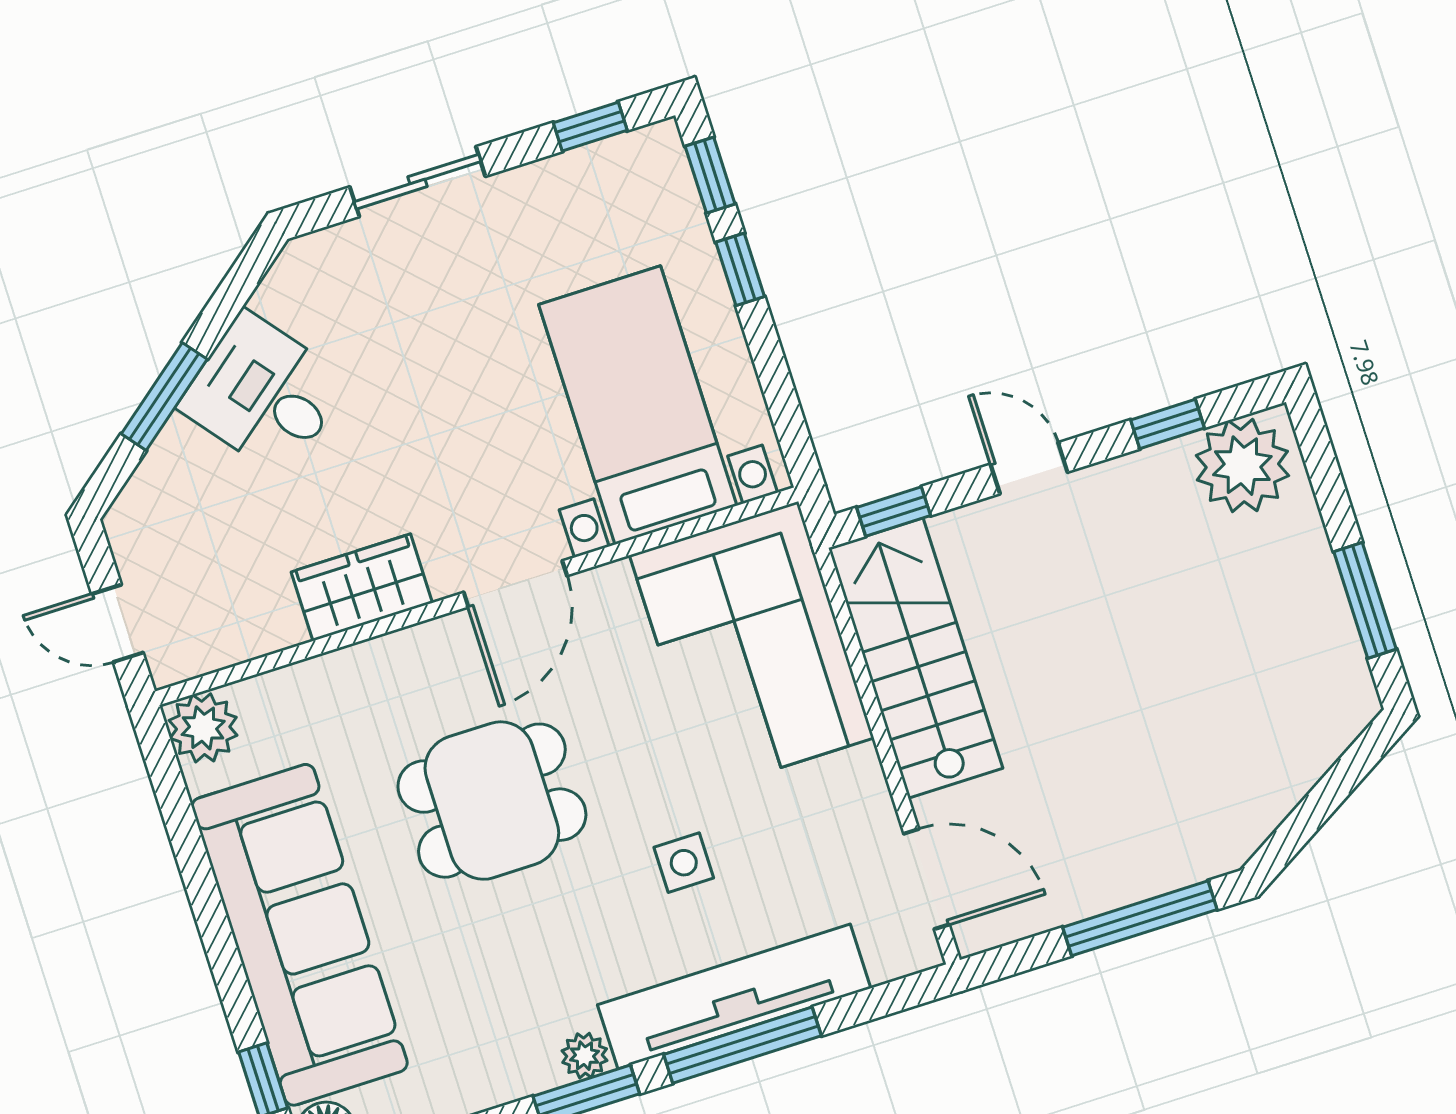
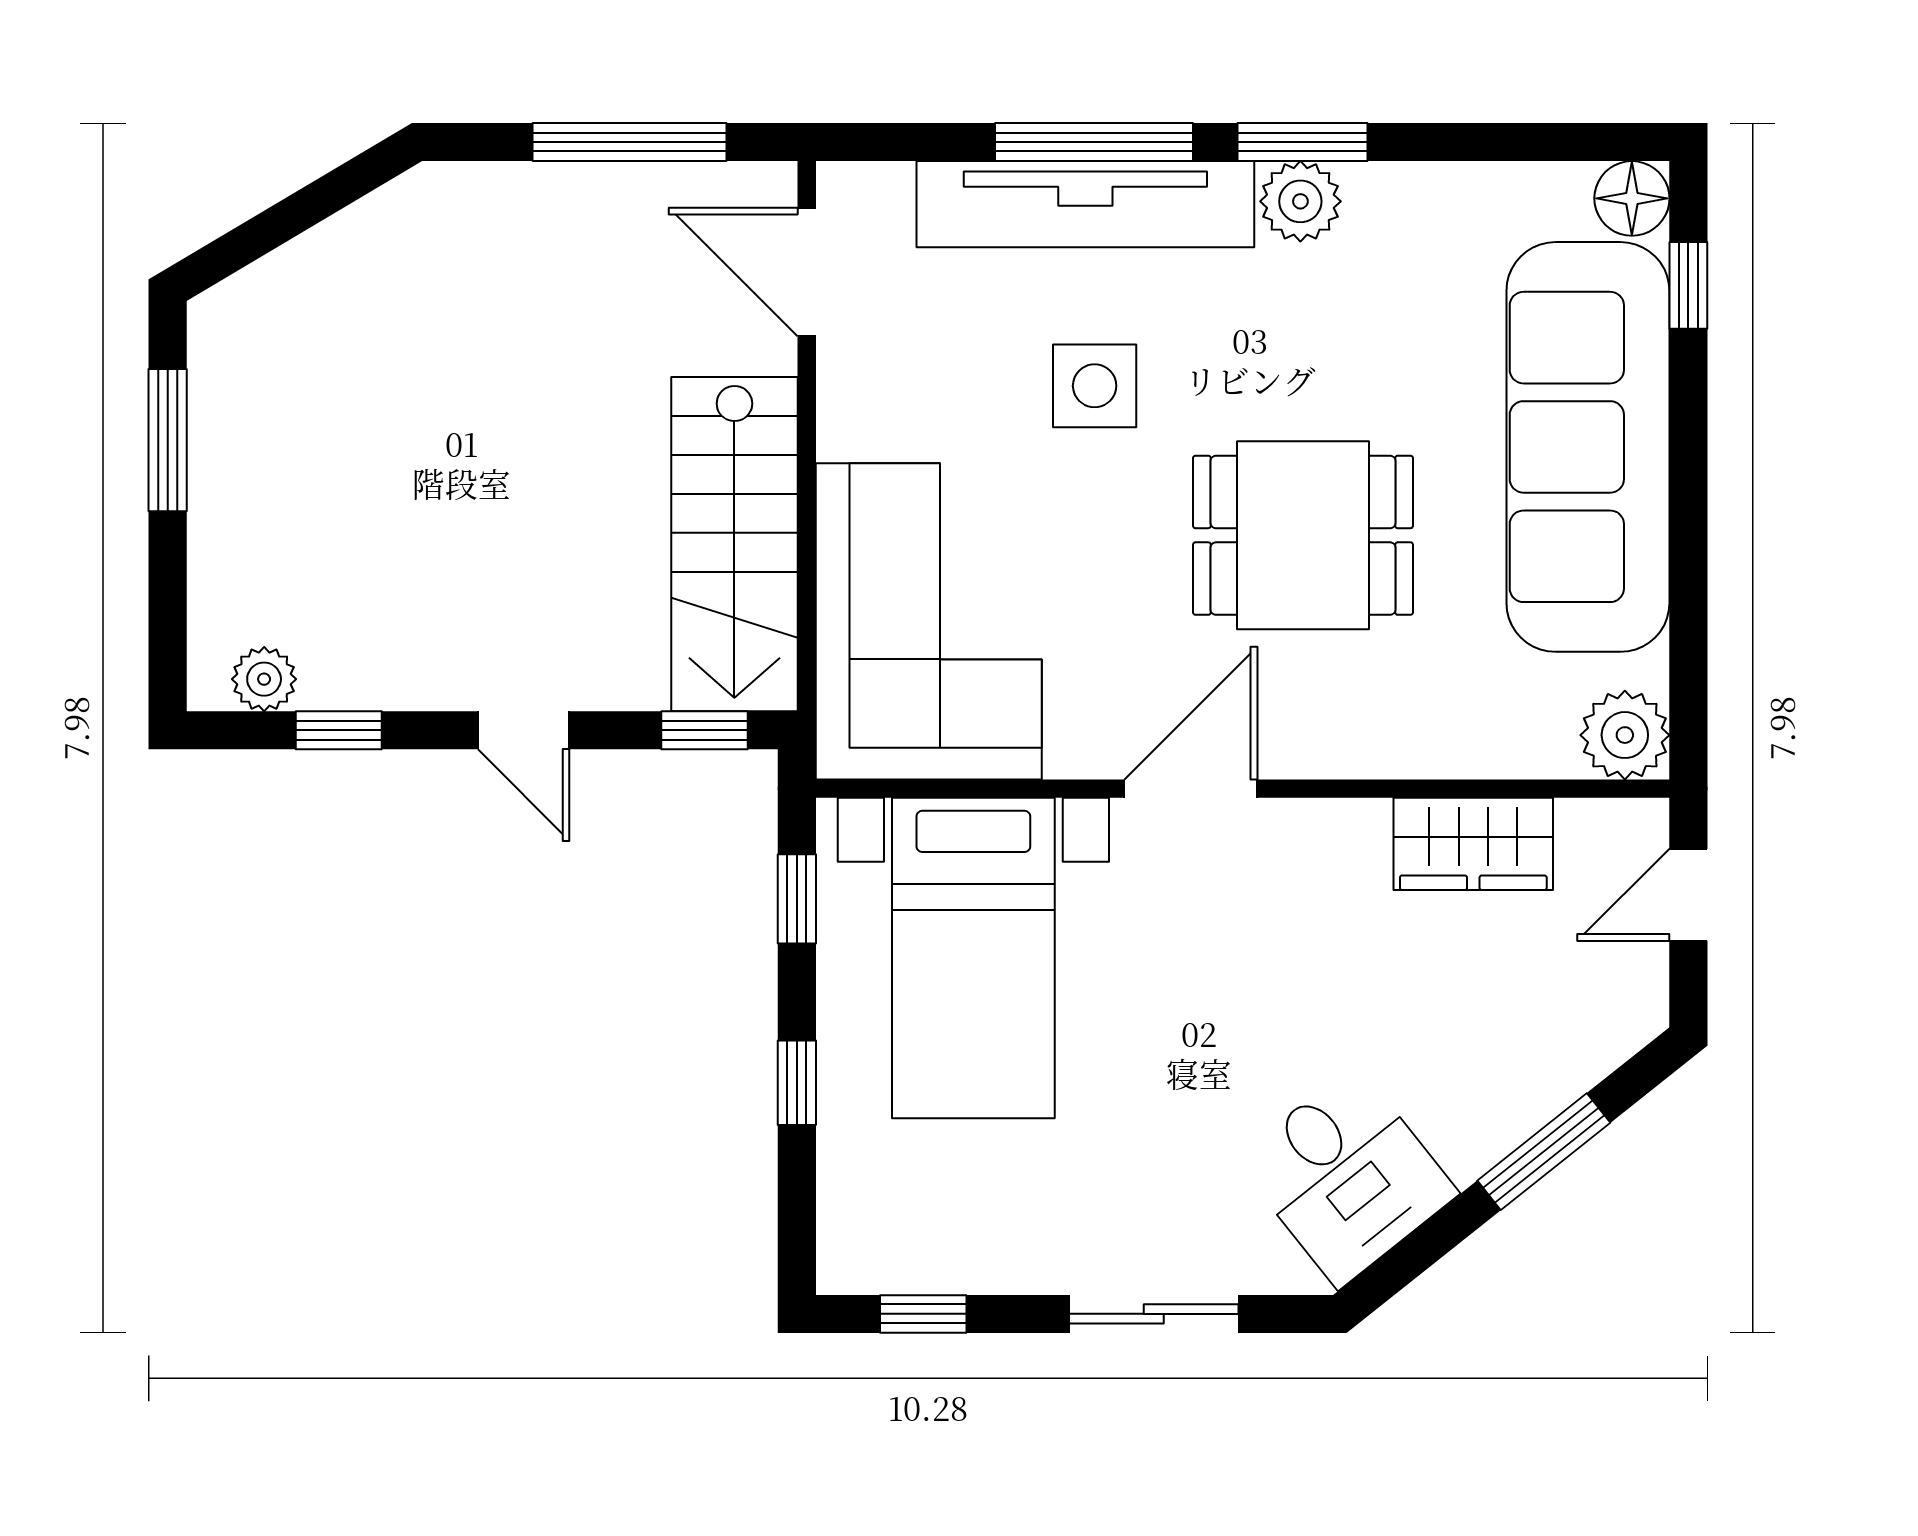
window: (710, 175) -> (797, 899), moved
desk: (264, 394) -> (1347, 1176), moved
plant: (1242, 466) -> (264, 679), width x0.53, depth x0.53
wardrobe: (362, 587) -> (1473, 844), moved
door: (117, 623) -> (1688, 895), swing flipped
side table: (684, 863) -> (1095, 386), width x1.37, depth x1.37
window: (1140, 918) -> (630, 142), moved
plant: (585, 1056) -> (1300, 201), width x1.38, depth x1.38

